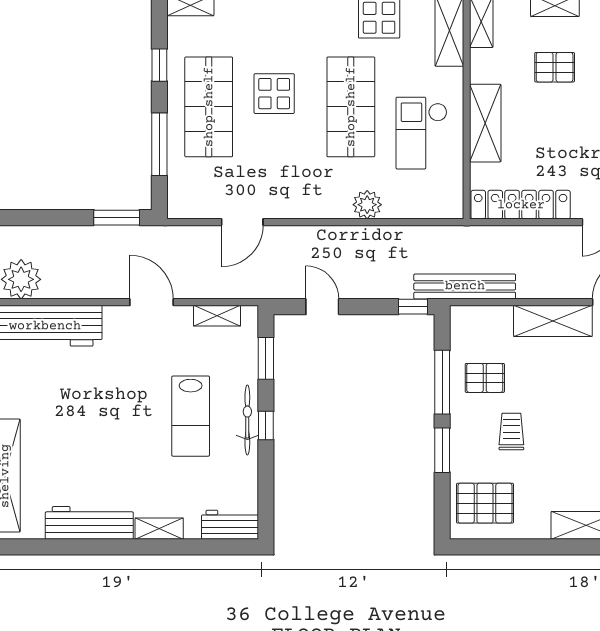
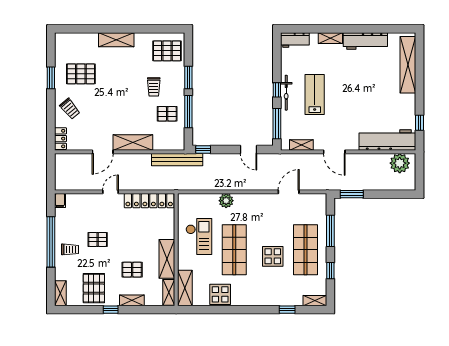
shelving: (485, 123) -> (167, 259), moved
window: (266, 358) -> (277, 124), width x1.44

